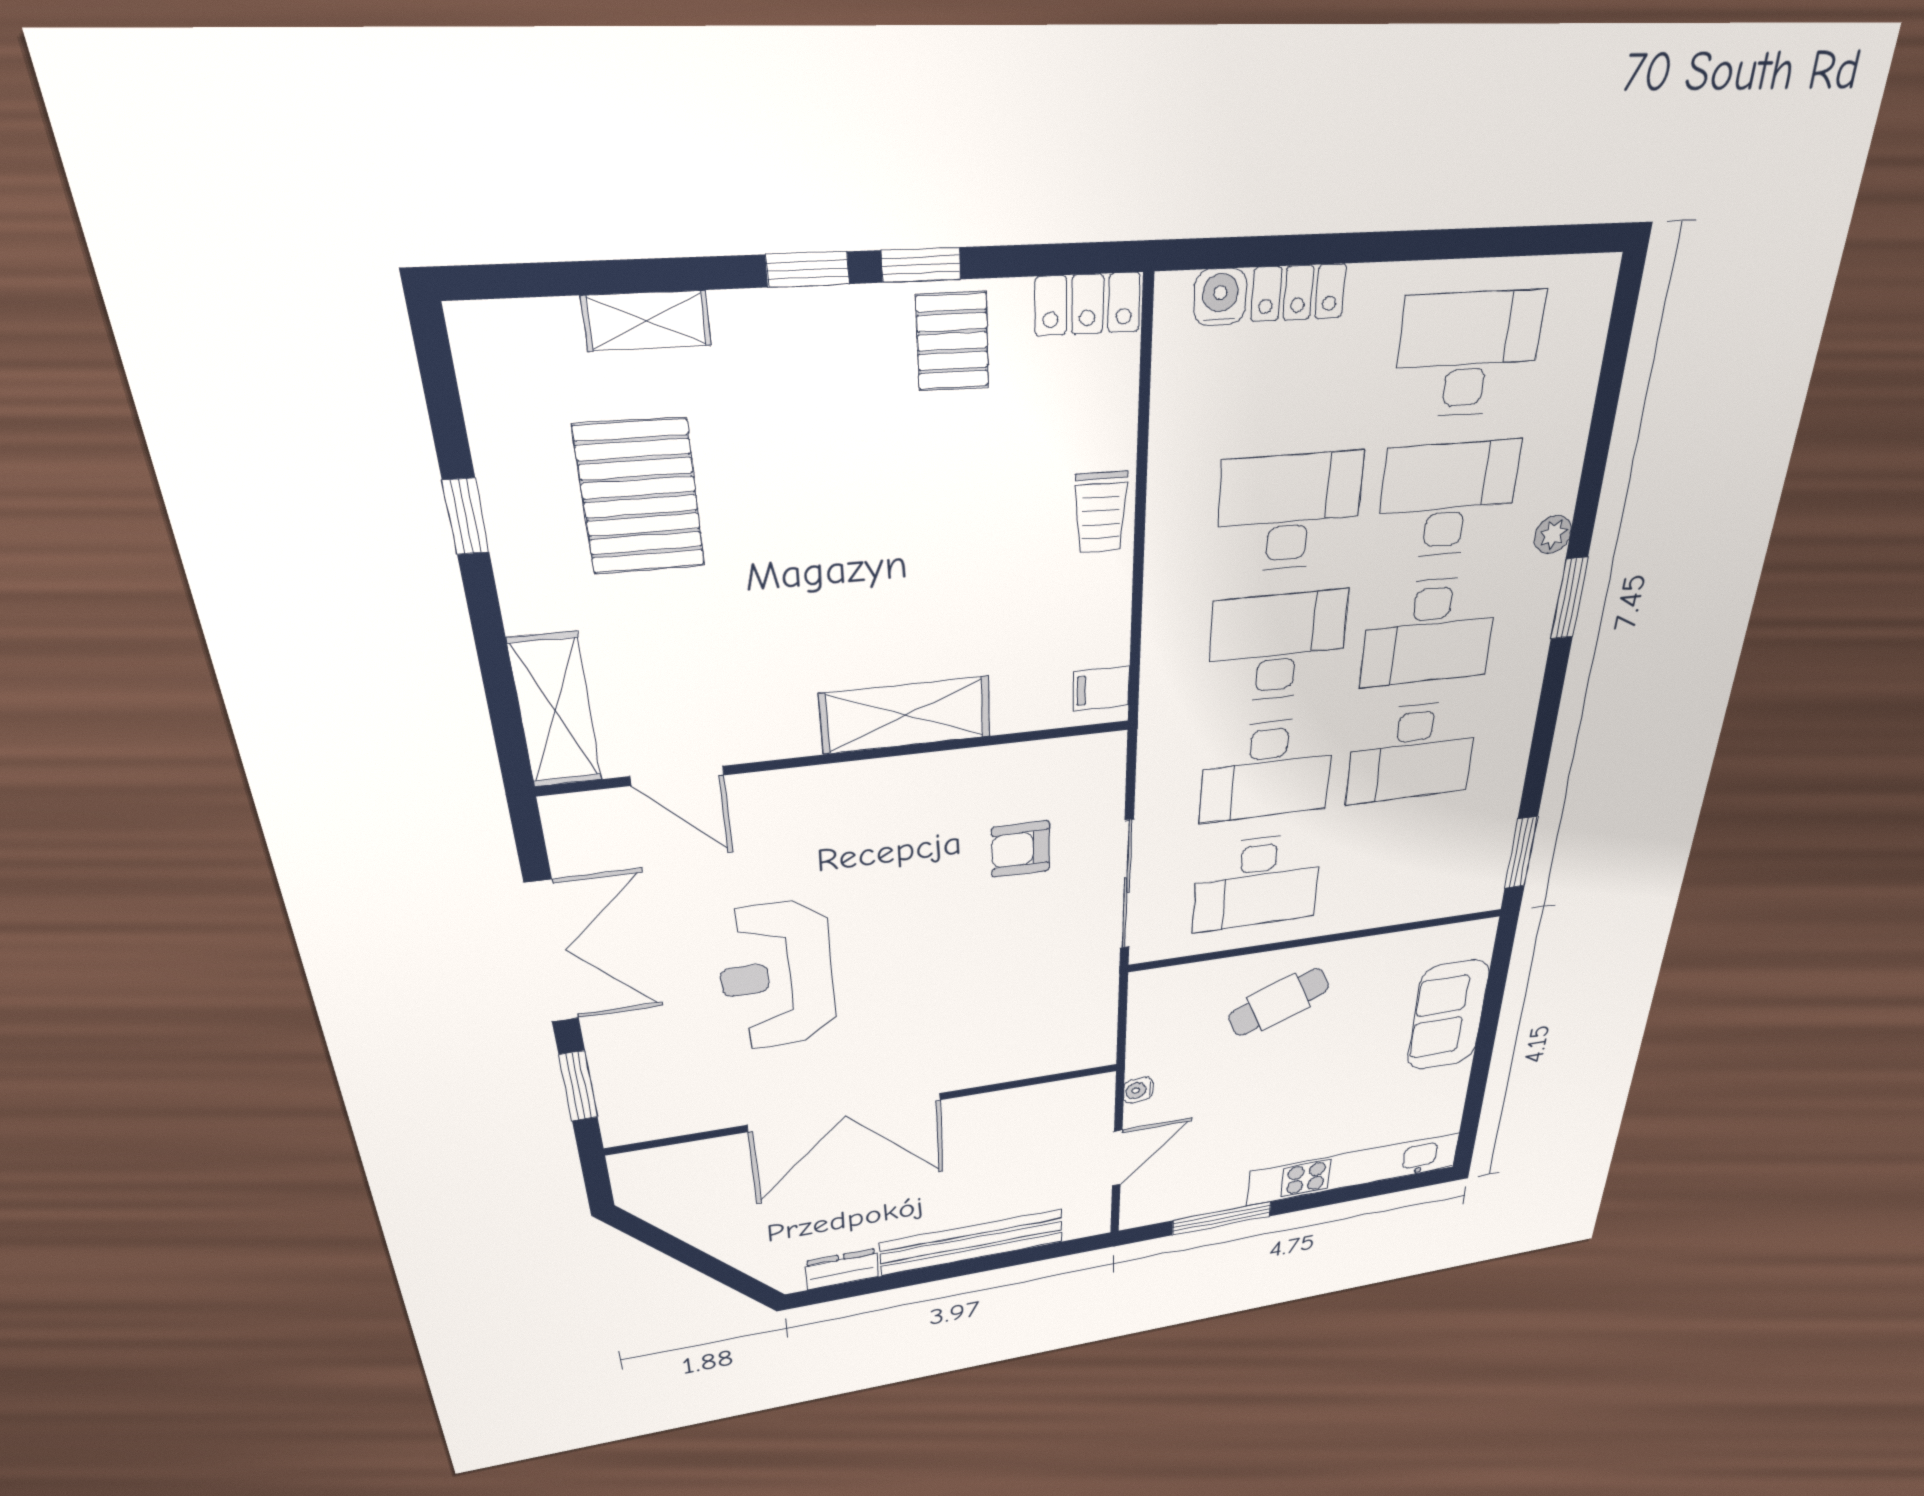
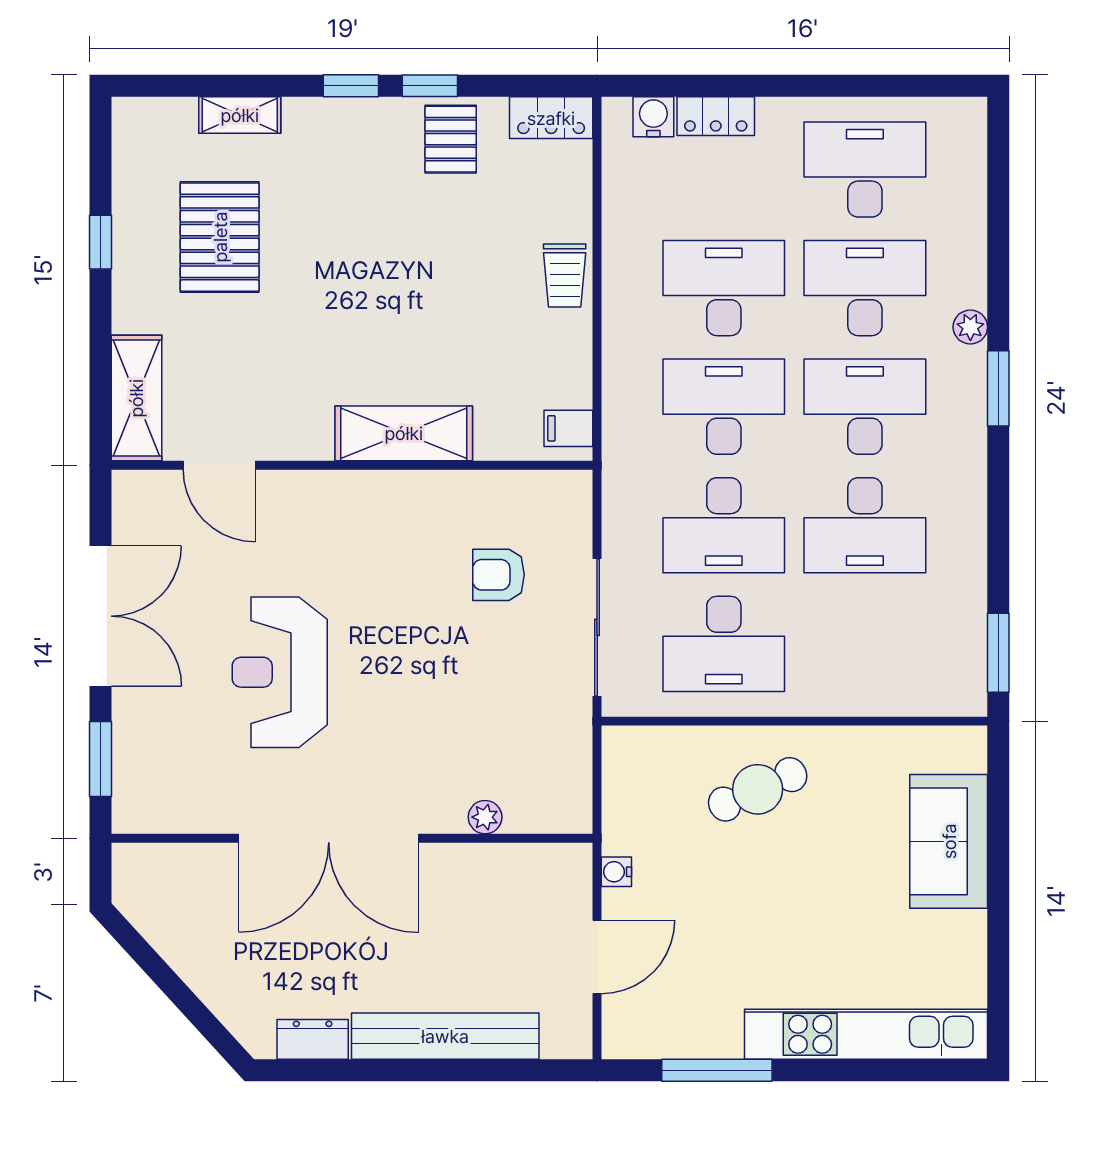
desk: (1429, 631) -> (865, 407), turned 180
plant: (1008, 1068) -> (485, 817), added

